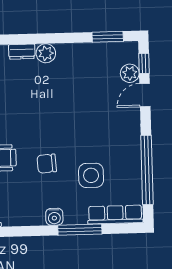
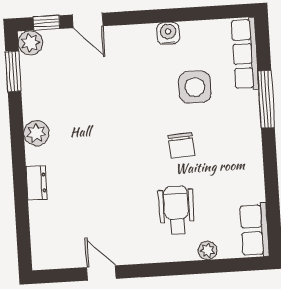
plant: (46, 53) -> (36, 133), moved
plant: (130, 73) -> (30, 43), moved
window: (147, 170) -> (185, 14), removed
water cooler: (54, 217) -> (168, 33), moved, turned -90

